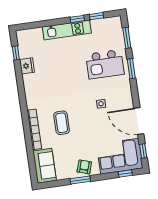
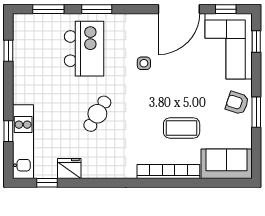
window: (77, 19) -> (8, 131), moved
kitchen unit: (67, 30) -> (23, 142), moved
cafe table: (65, 79) -> (97, 114), added
coffee table: (62, 123) -> (182, 128), moved

